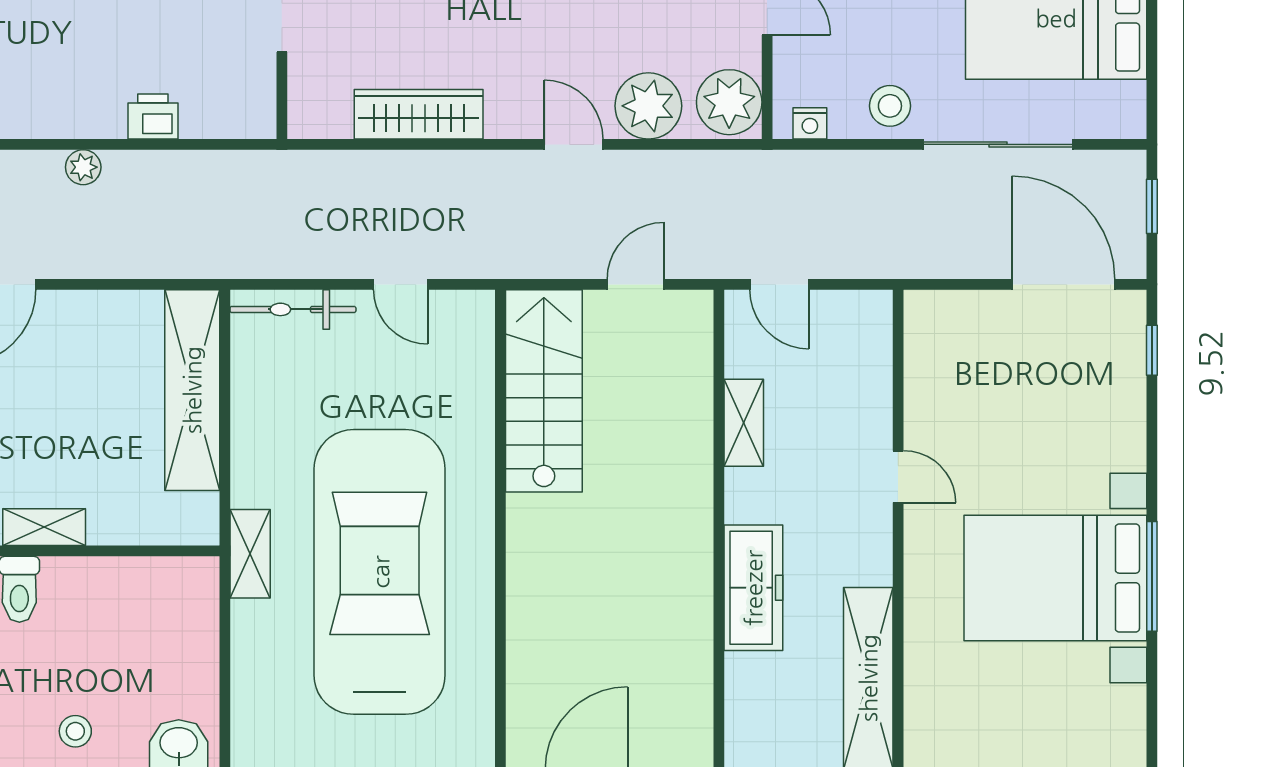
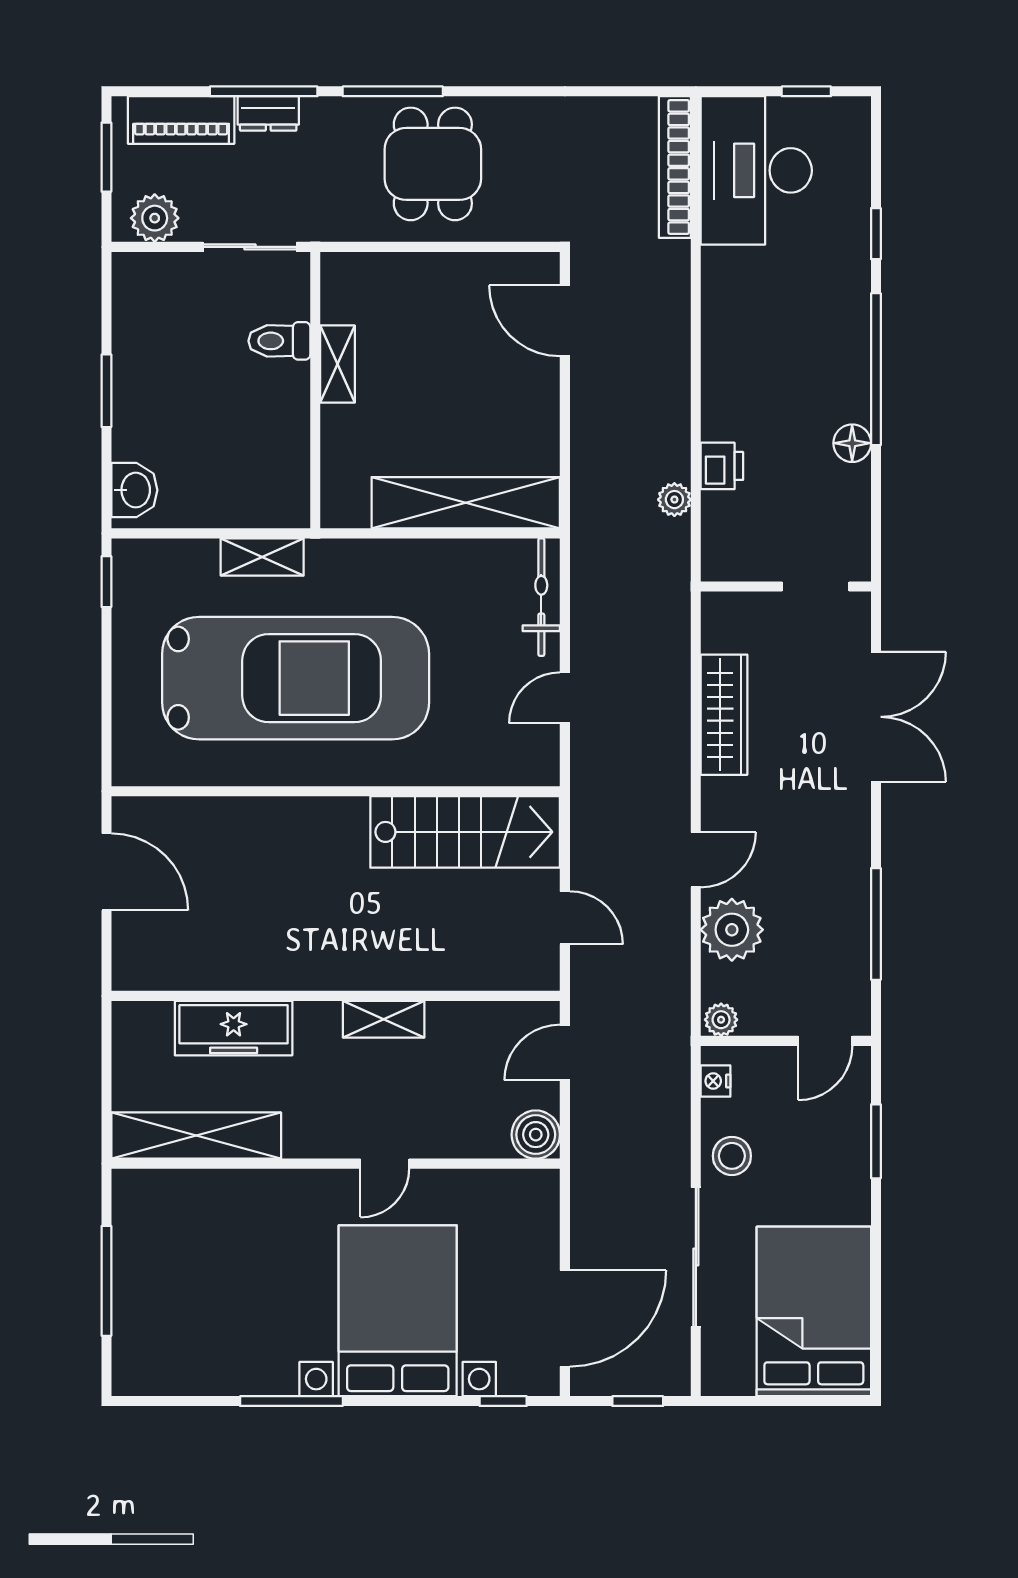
plant: (729, 102) -> (721, 1020), width x0.53, depth x0.53
plant: (83, 167) -> (674, 500), moved
boiler: (867, 315) -> (536, 1135), added
shelving: (744, 423) -> (384, 1019), moved
shelving: (250, 554) -> (262, 557), moved
bed with nightstands: (1055, 578) -> (398, 1311), moved
freezer: (753, 588) -> (234, 1028), moved
stool: (75, 731) -> (146, 393), removed

